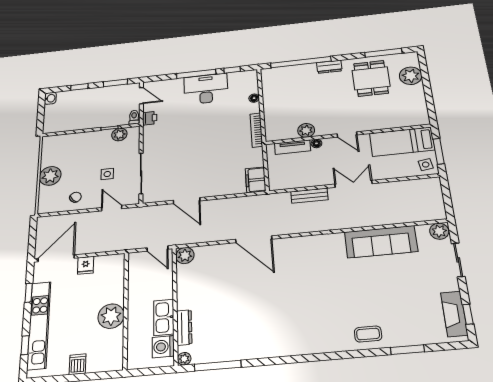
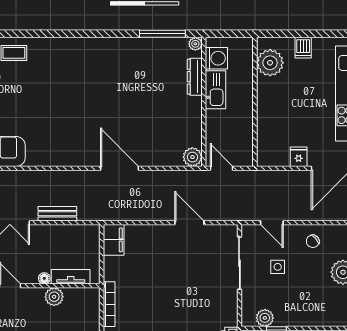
plant: (111, 316) -> (270, 63), moved

